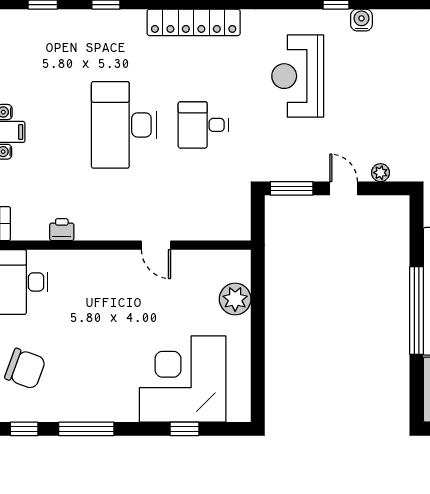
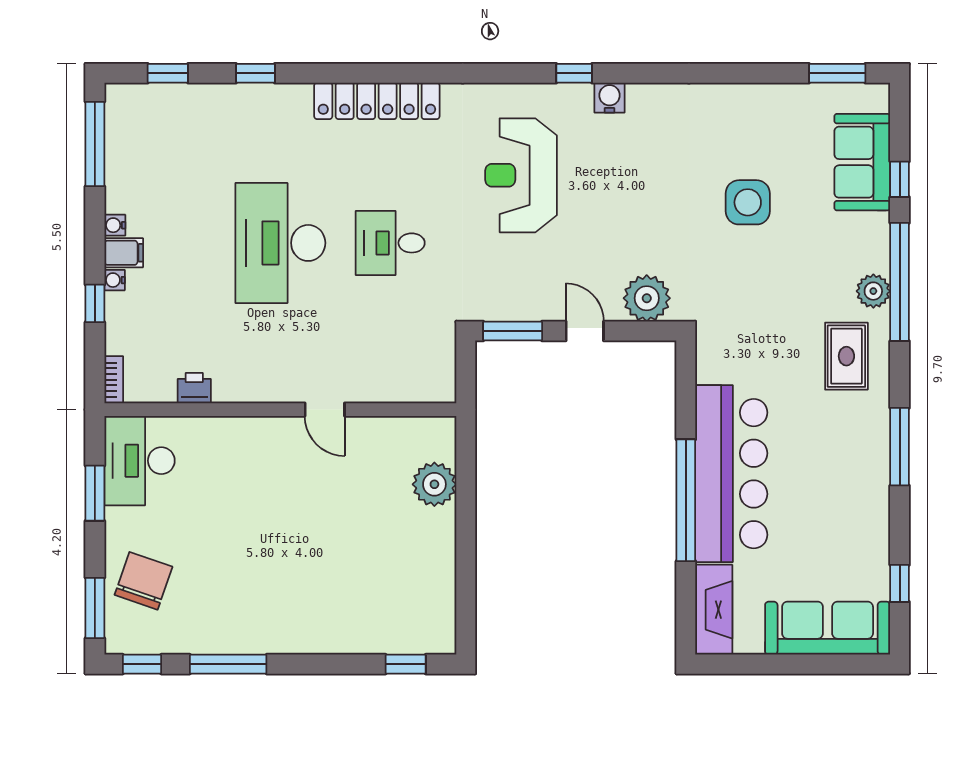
plant: (380, 173) -> (647, 298), width x1.87, depth x1.87
chair: (25, 369) -> (143, 581), turned -91
corner desk: (183, 379) -> (362, 595), removed
window: (184, 429) -> (406, 664), moved

